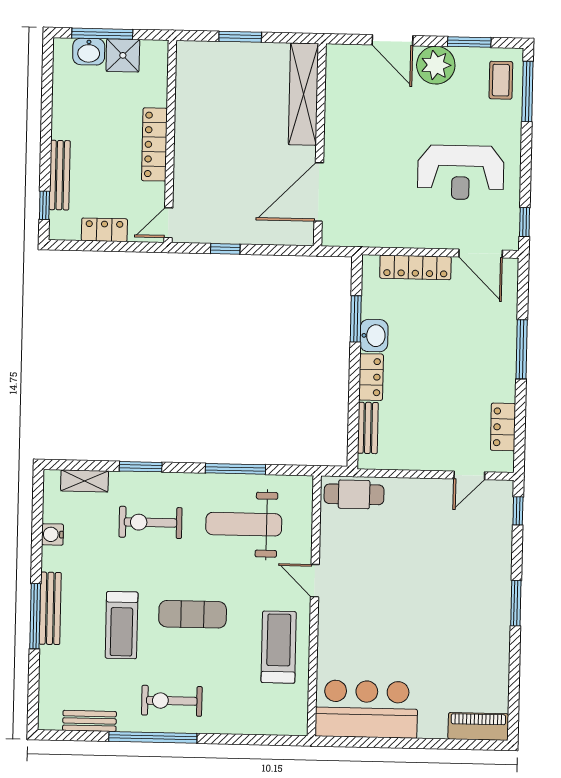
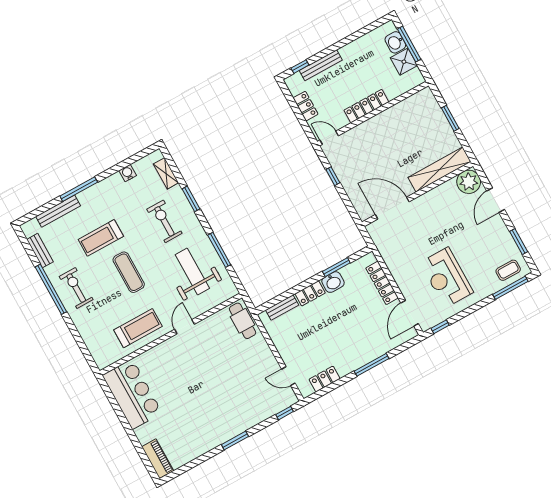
plant: (436, 65) -> (469, 182), moved
bench: (50, 608) -> (58, 211), moved

